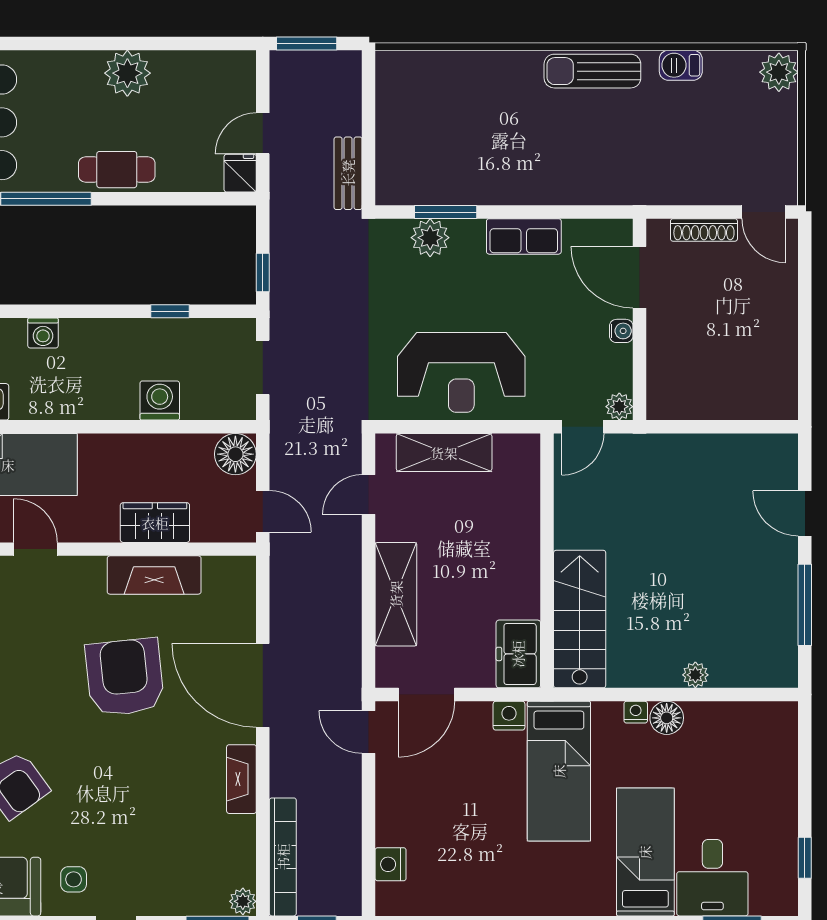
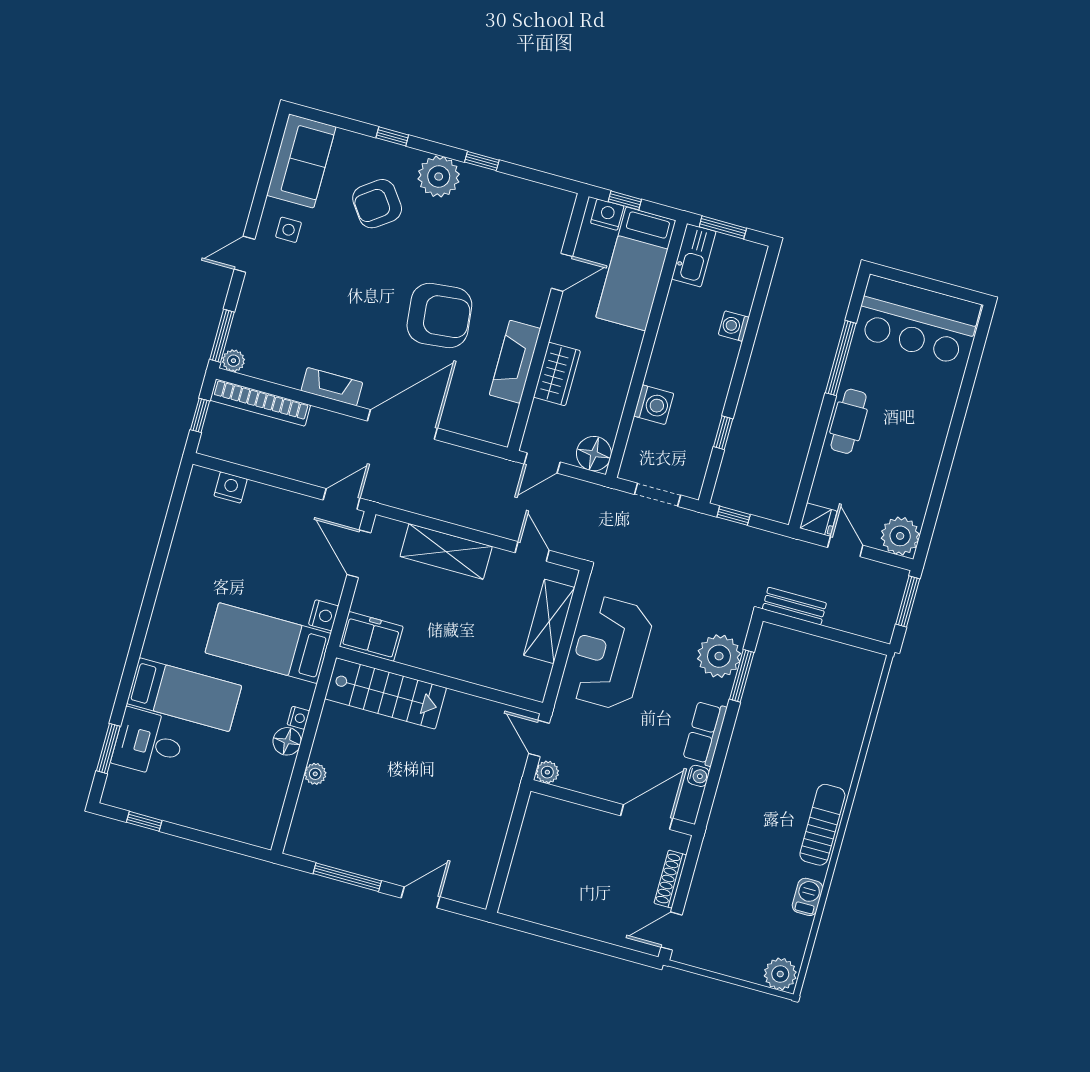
plant: (127, 73) -> (900, 536), moved
plant: (430, 238) -> (719, 656), width x1.36, depth x1.36
water cooler: (621, 331) -> (698, 776), moved, turned -90

